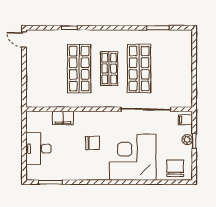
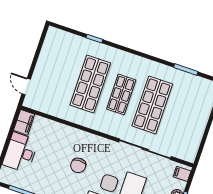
door: (24, 40) -> (26, 86), moved
filing cabinet: (63, 118) -> (24, 122), moved, turned -90
chair: (93, 143) -> (78, 165), turned 90

